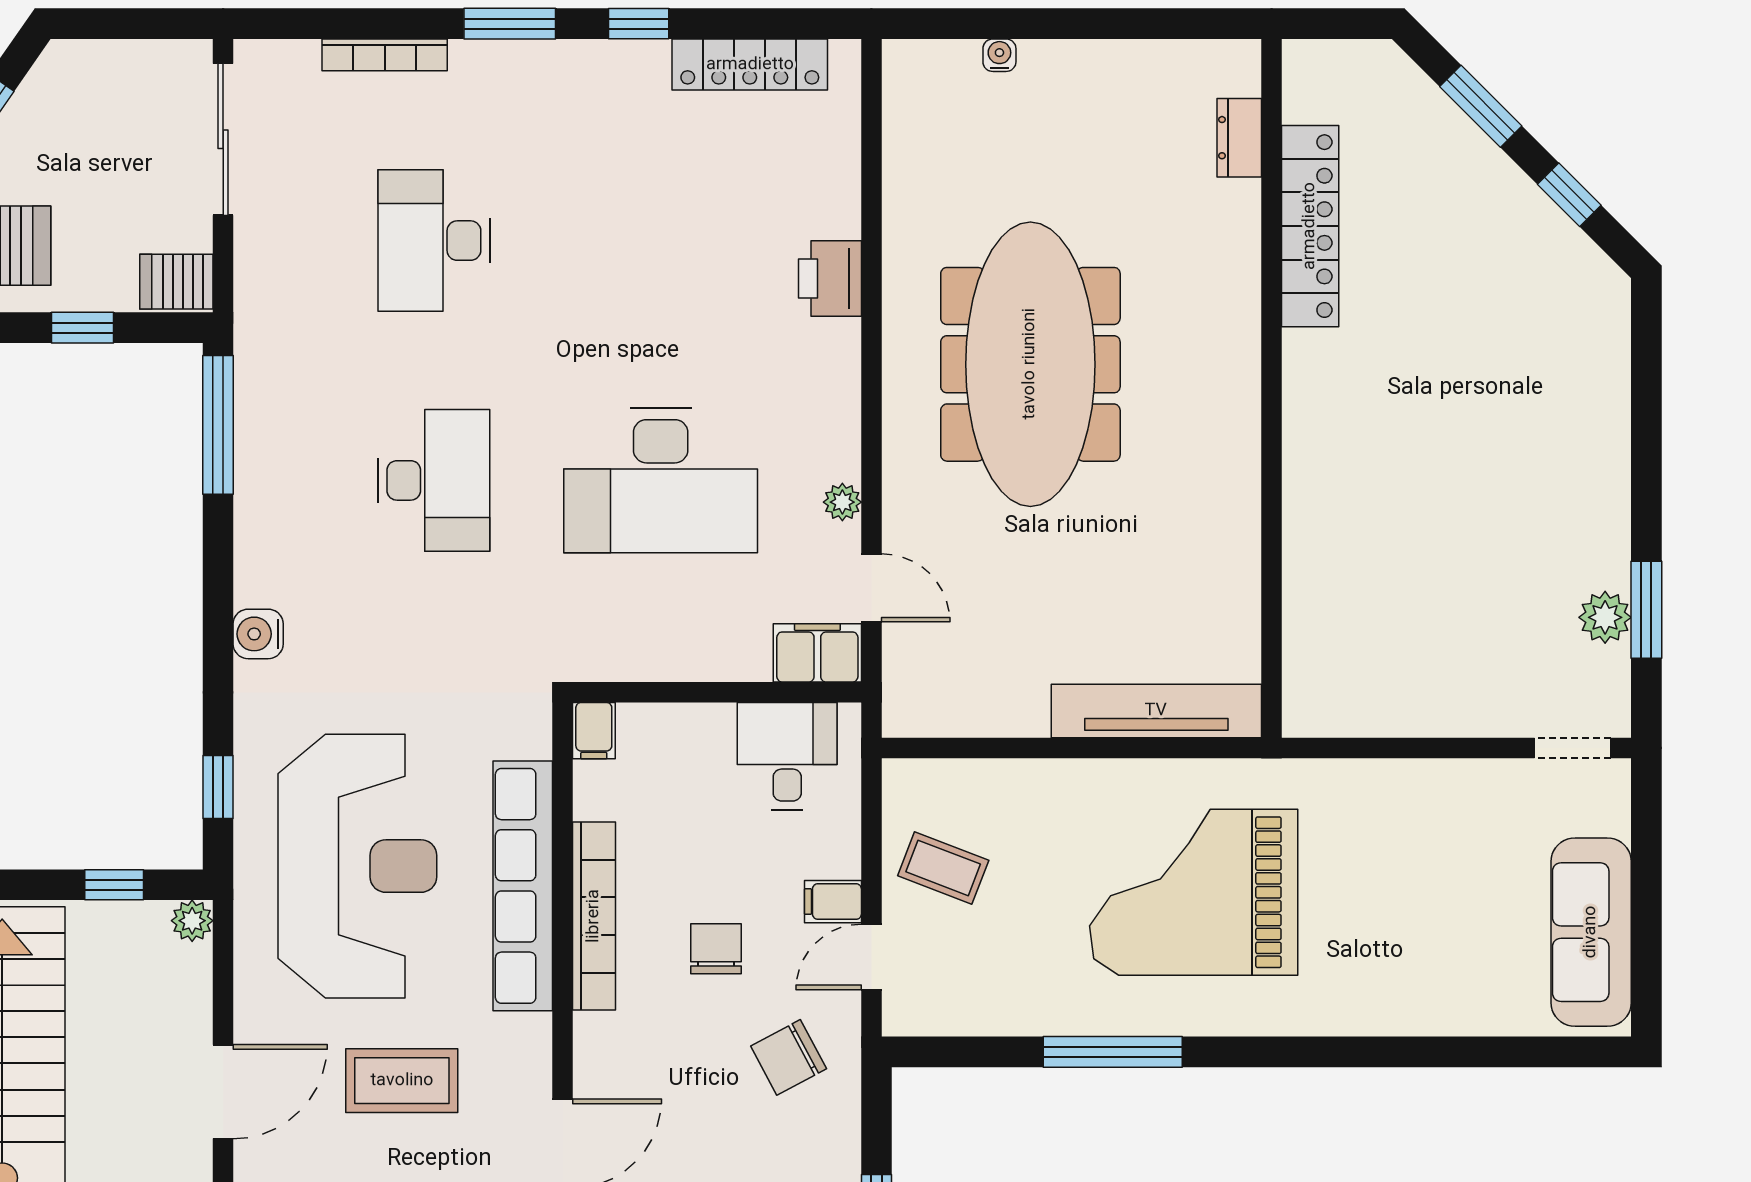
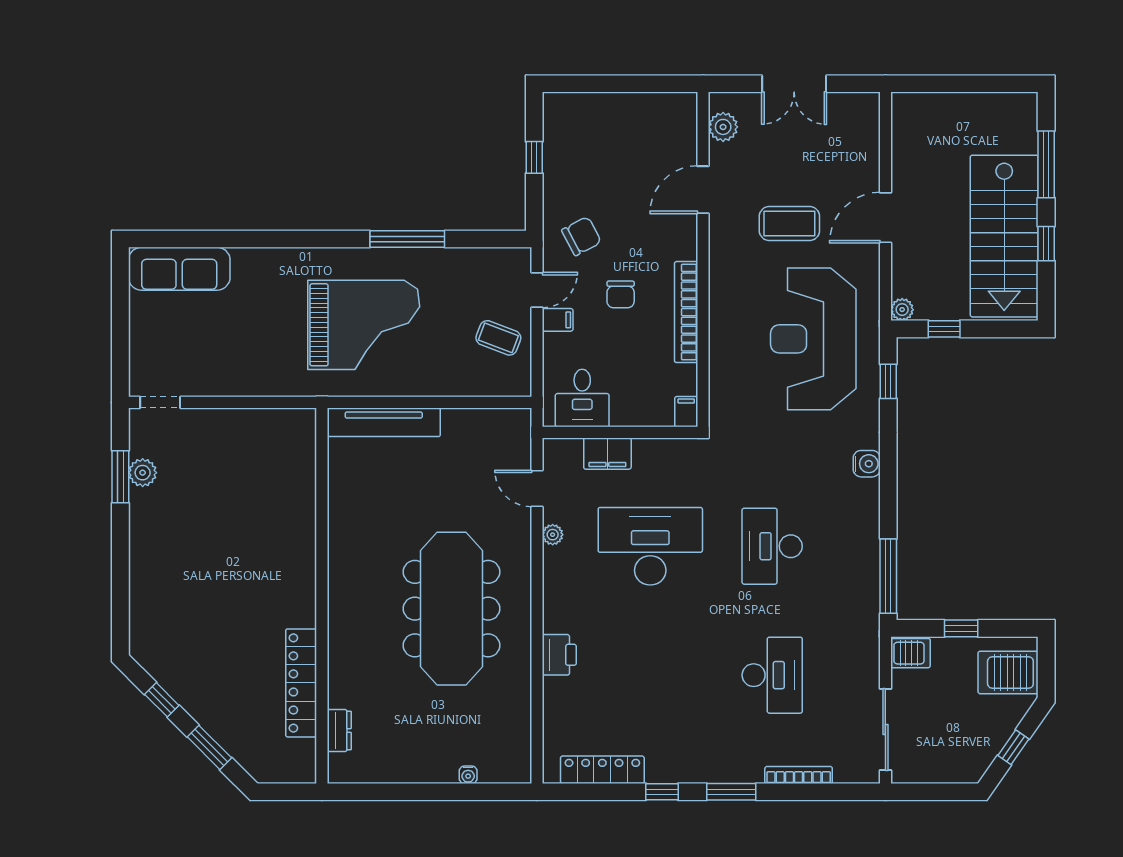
filing cabinet: (817, 653) -> (607, 454), moved
row of seats: (523, 886) -> (724, 328), removed
sofa: (1591, 932) -> (179, 269), moved, turned 90

